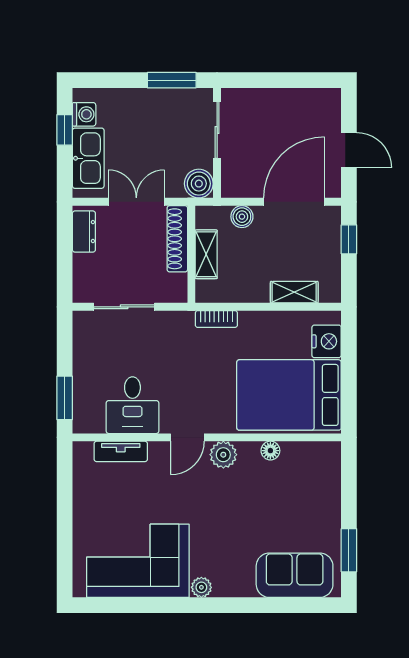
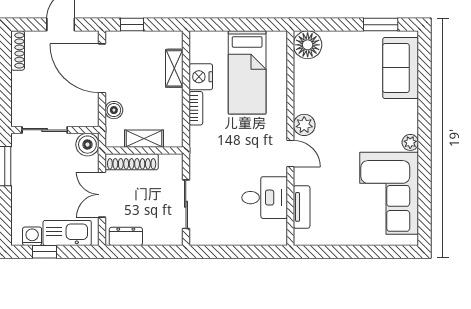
shoe rack: (316, 96) -> (18, 50), added
bookcase: (216, 319) -> (196, 108), moved
nightstand: (327, 341) -> (201, 77), moved, turned -90
bed: (289, 395) -> (247, 72), width x0.67
window: (65, 398) -> (259, 252), removed
floor lamp: (270, 451) -> (308, 45), moved, width x1.89, depth x1.89

